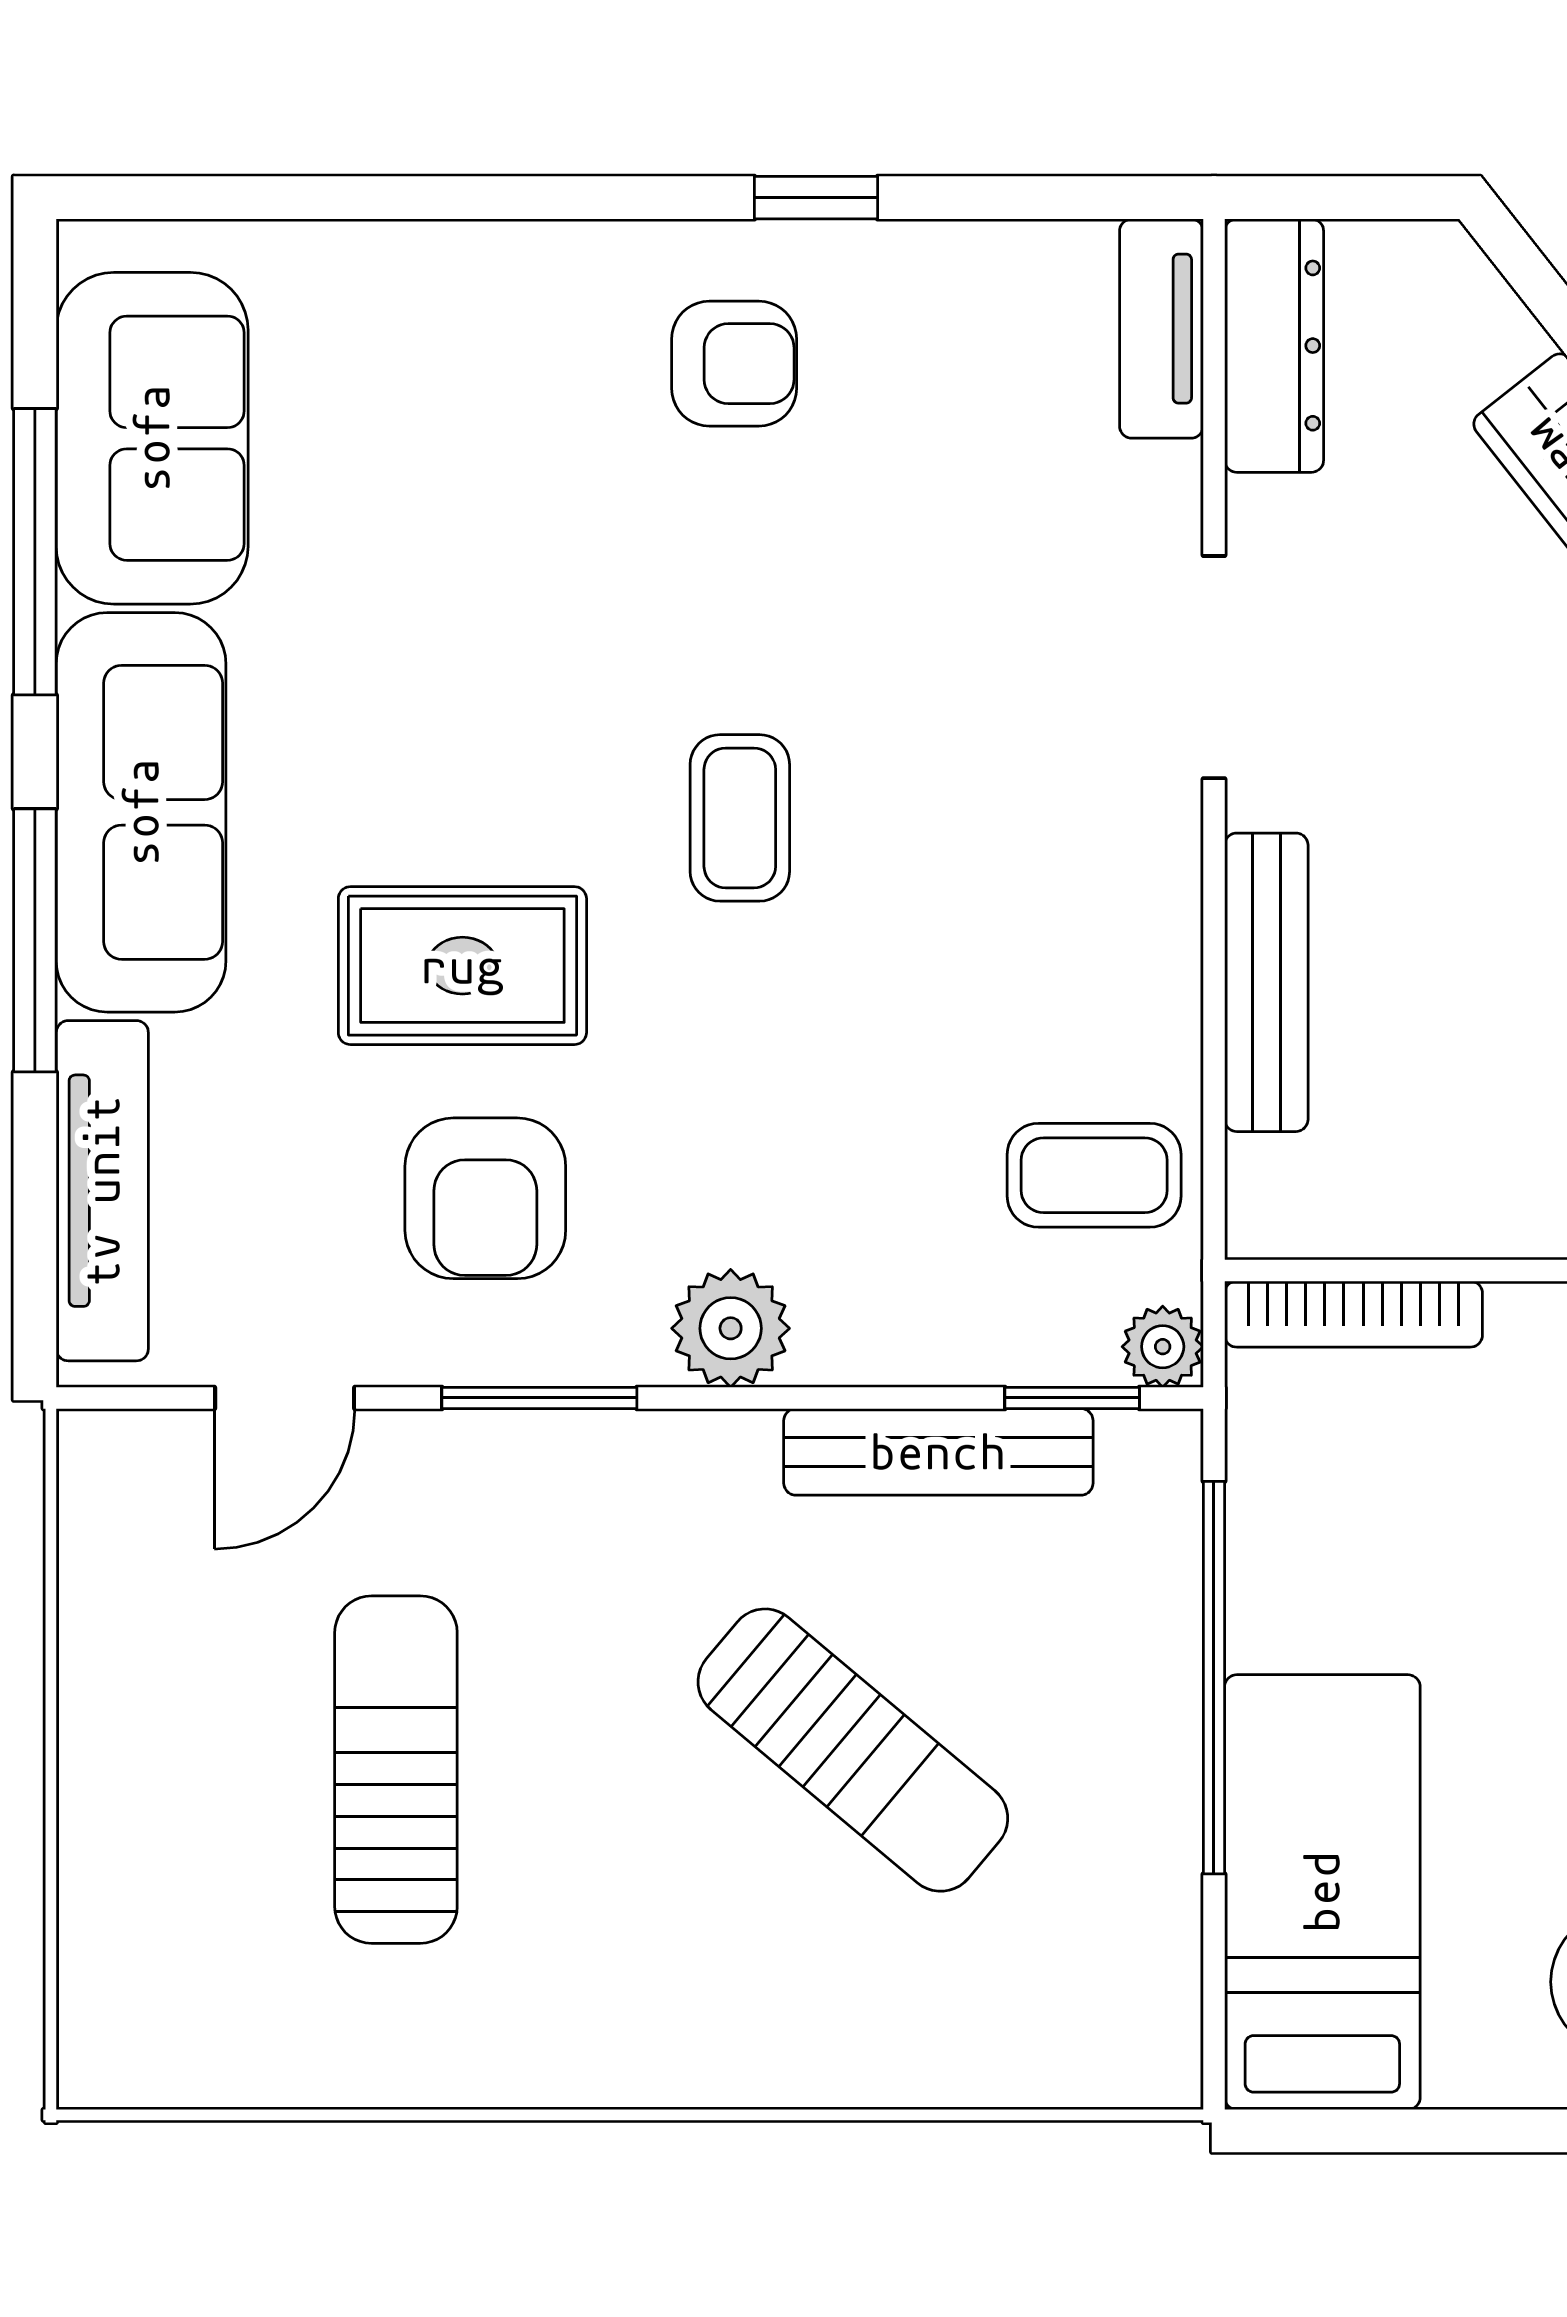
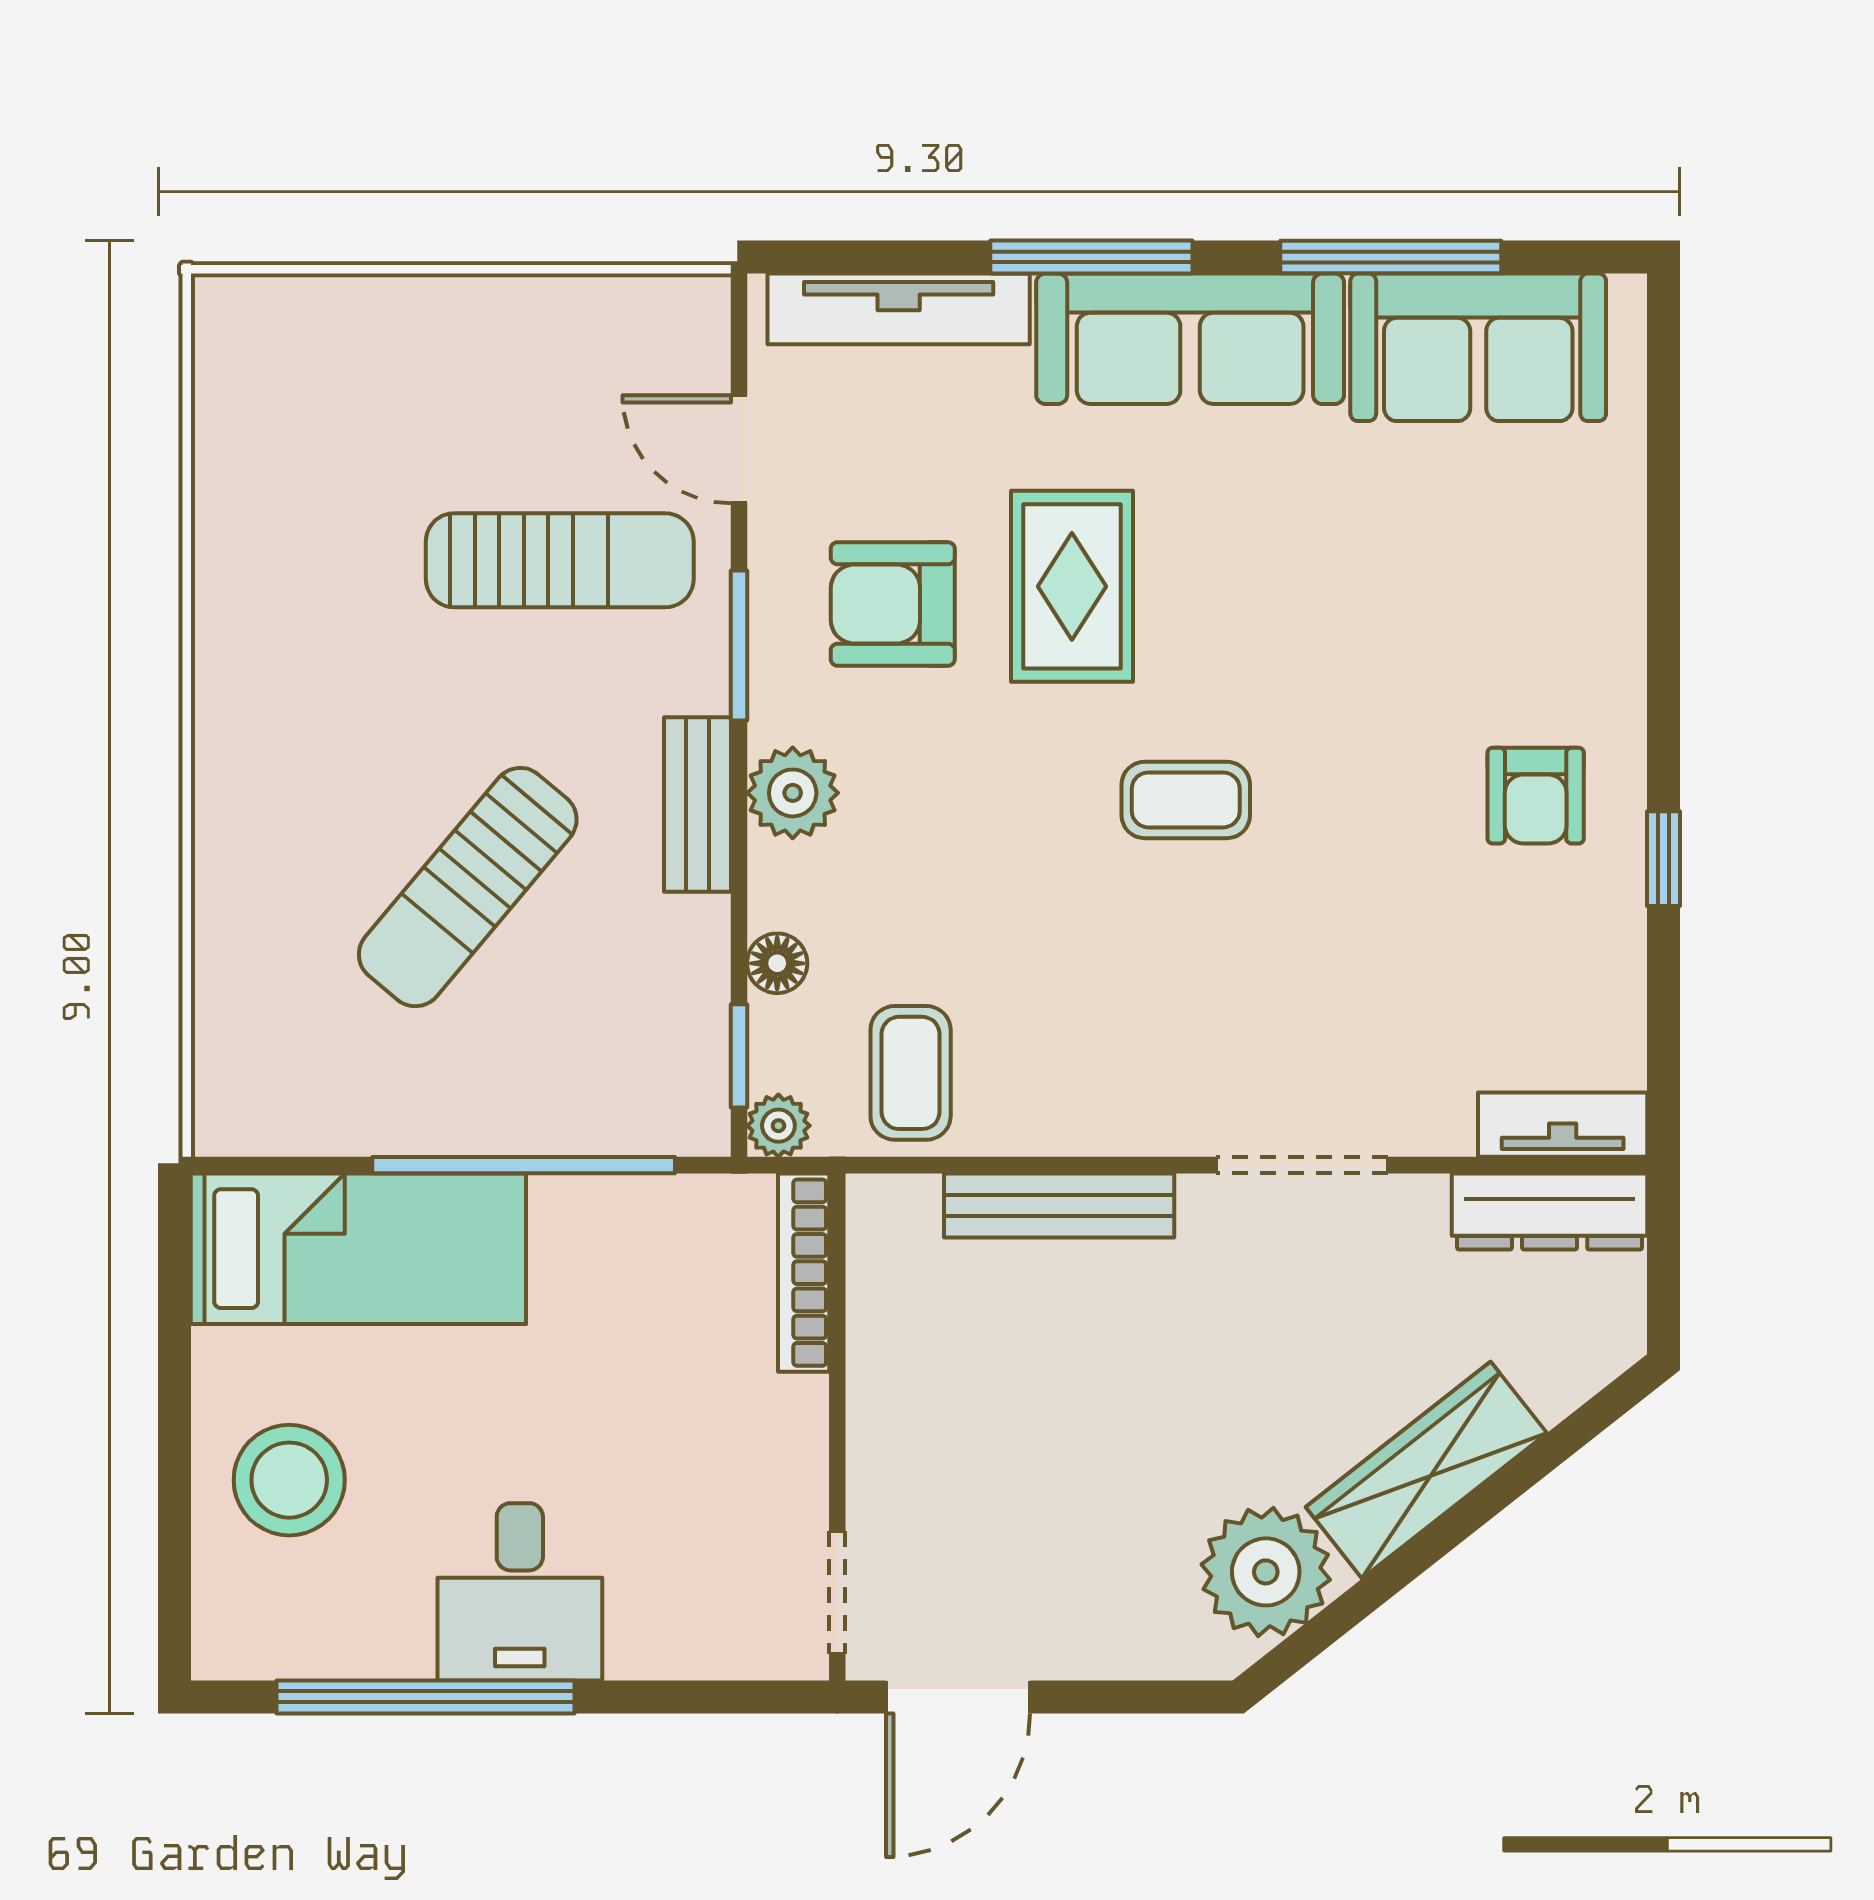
floor lamp: (952, 1348) -> (777, 963), added
bench: (938, 1452) -> (697, 804), moved, width x0.73
sun lounger: (396, 1770) -> (560, 560), moved

